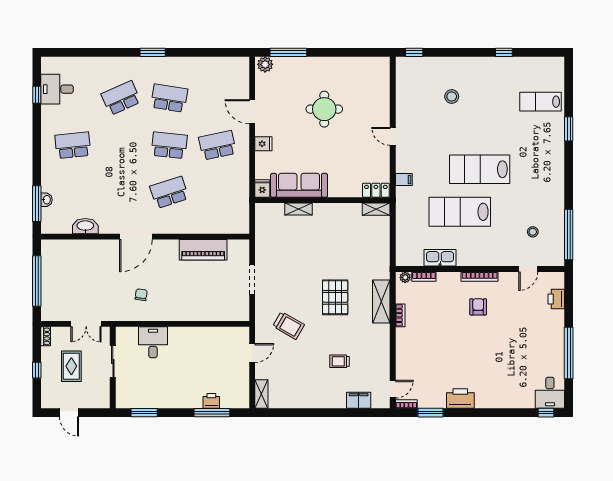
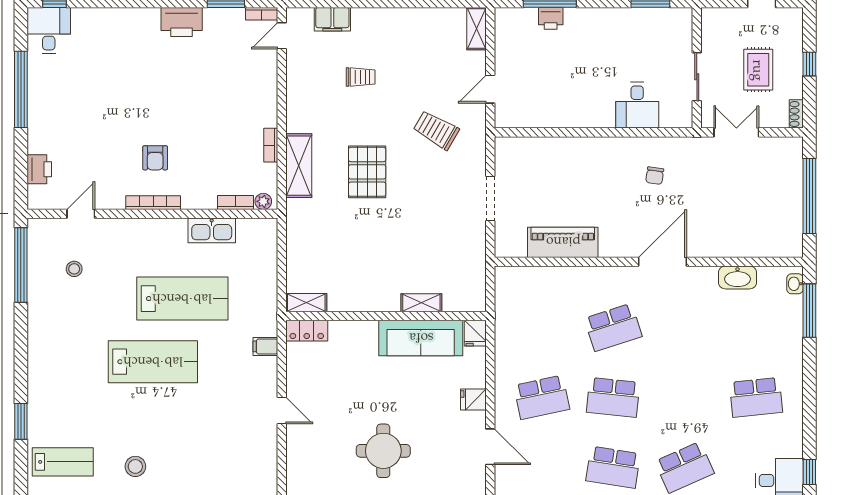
stool: (452, 96) -> (135, 466), moved
washbasin: (47, 200) -> (795, 284), moved

